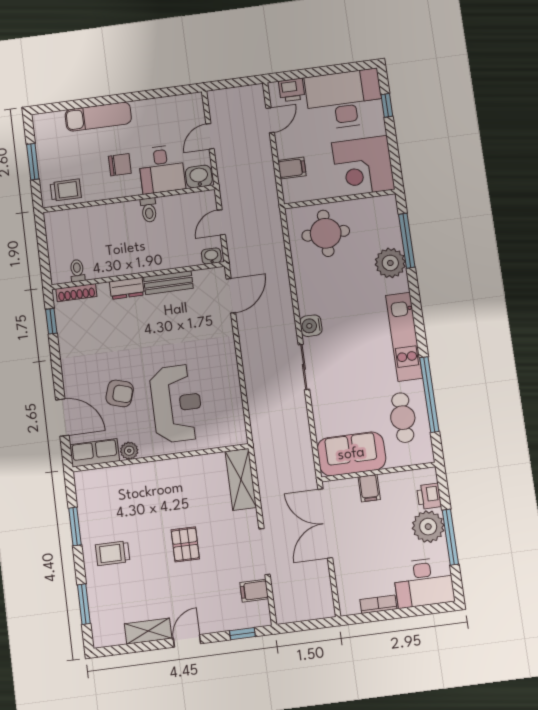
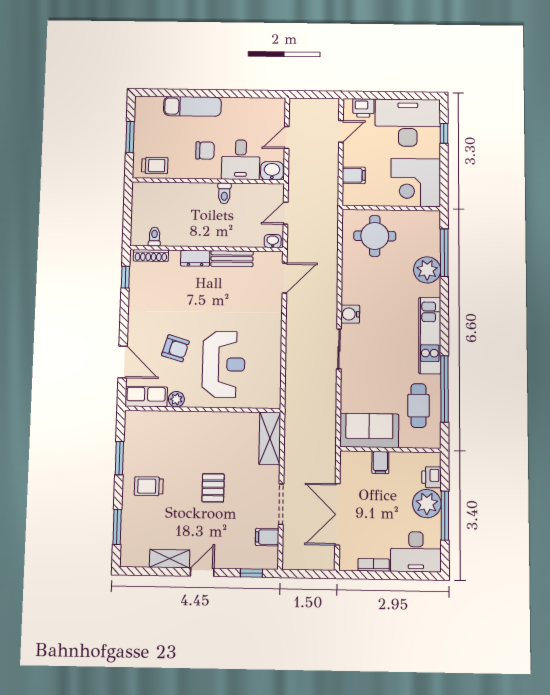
double door: (325, 523) -> (337, 514), moved

